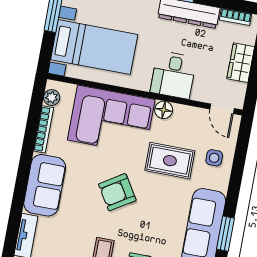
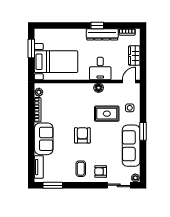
door: (222, 109) -> (129, 81), swing flipped
corner sofa: (111, 120) -> (72, 98), removed
armchair: (117, 192) -> (82, 135), turned 122
window: (226, 234) -> (143, 131), moved

